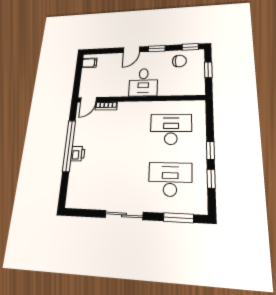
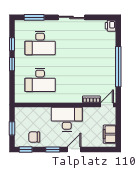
filing cabinet: (89, 63) -> (109, 134), width x2.00
desk: (143, 82) -> (67, 119), width x1.37
printer: (78, 154) -> (110, 26), moved

